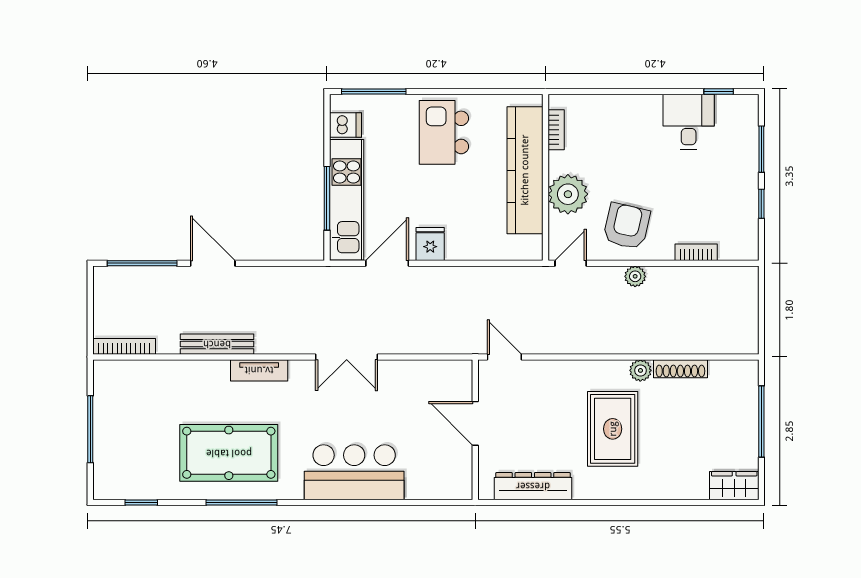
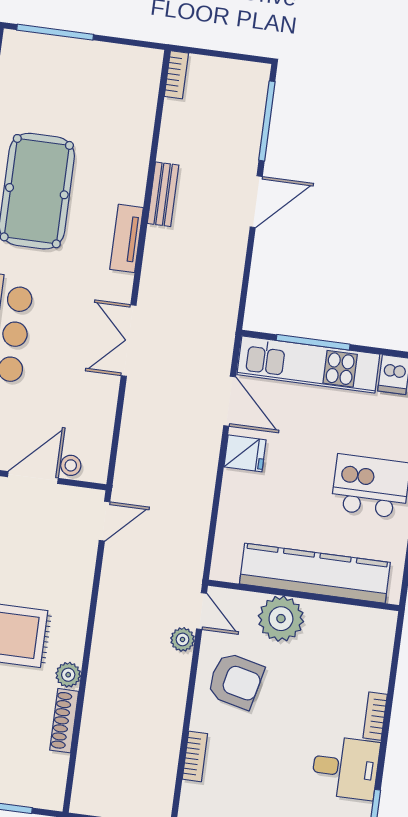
bookcase: (556, 130) -> (375, 716), moved, turned 90
plant: (635, 276) -> (183, 639), moved
bench: (217, 344) -> (163, 194), width x0.73
bookcase: (124, 346) -> (176, 75), width x0.64
stool: (460, 392) -> (71, 465), added
window: (90, 429) -> (55, 32), moved

